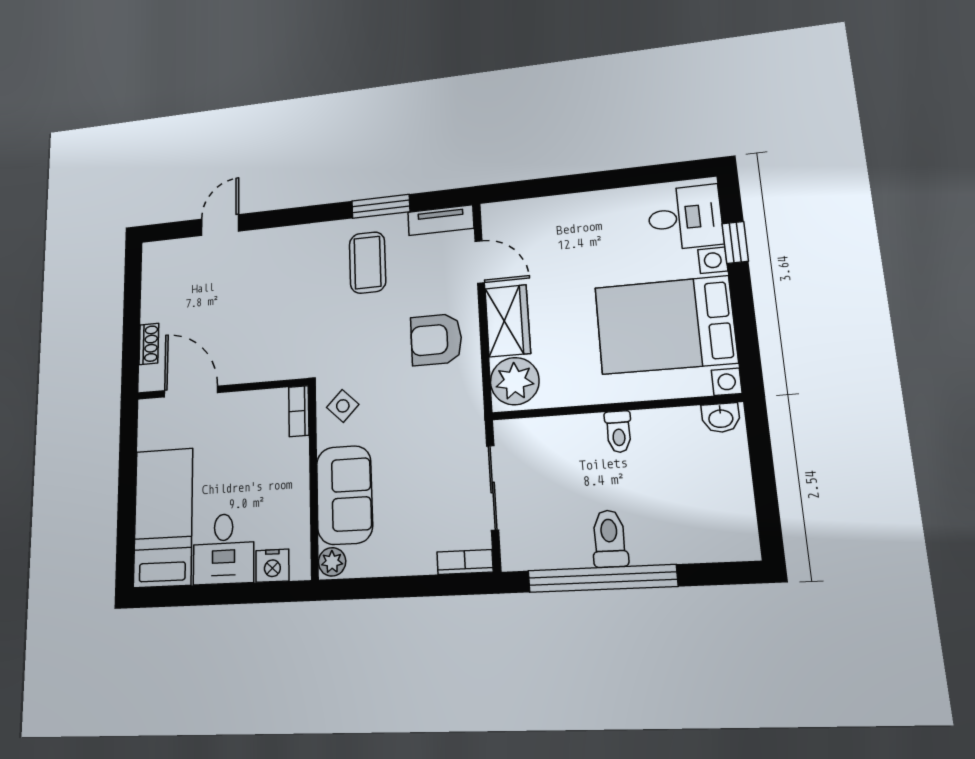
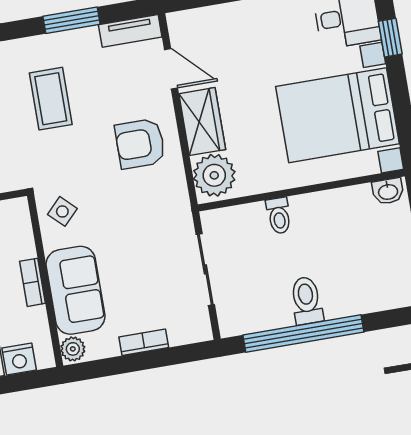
coffee table: (368, 263) -> (51, 99), moved
bookcase: (299, 411) -> (32, 282), moved
toilet: (619, 432) -> (279, 216), moved
bookcase: (465, 562) -> (144, 342), moved

